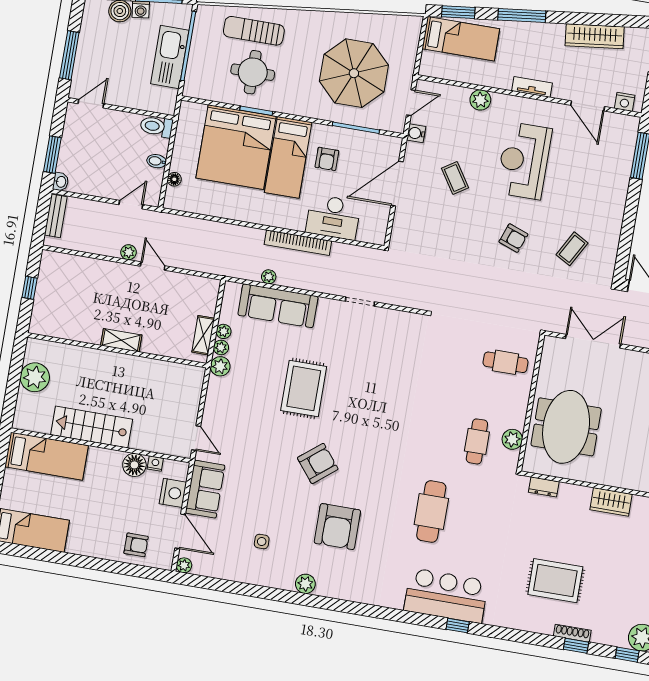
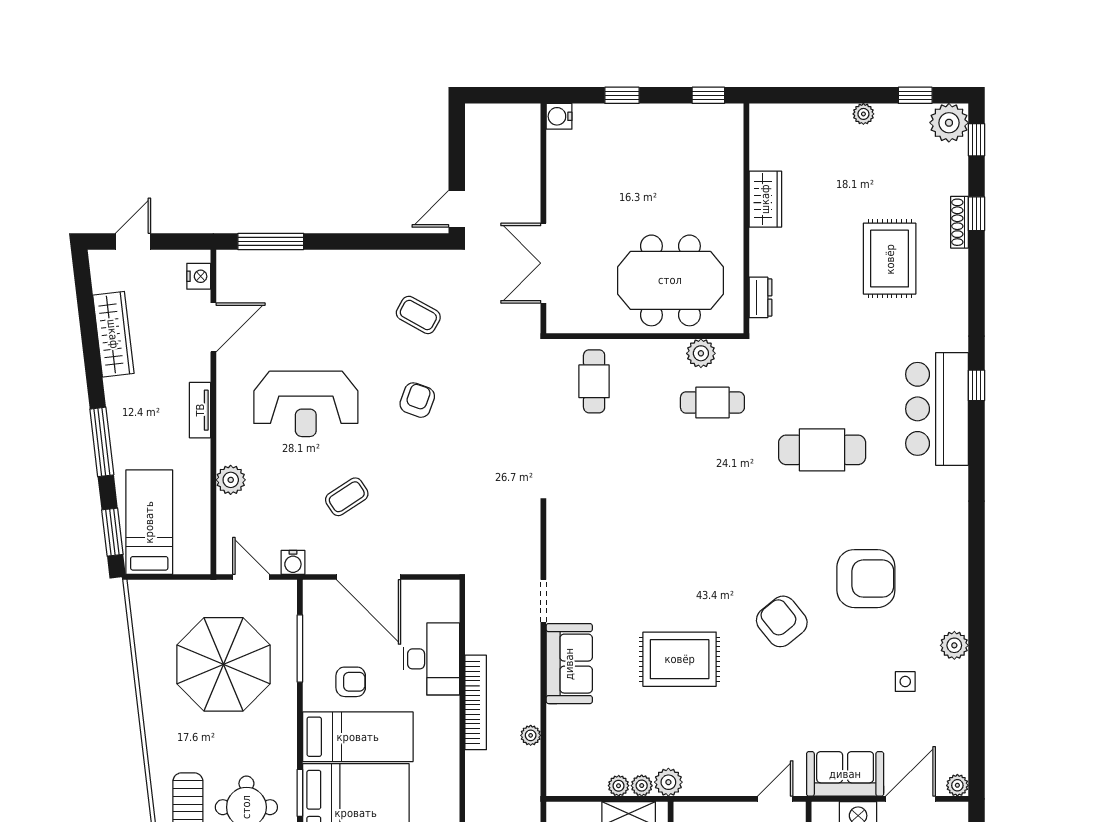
sofa: (278, 306) -> (569, 664), moved, width x0.73
plant: (305, 584) -> (954, 645), moved

